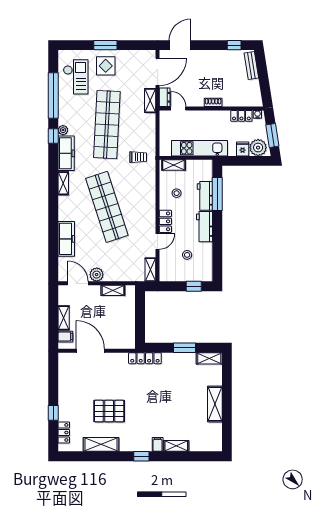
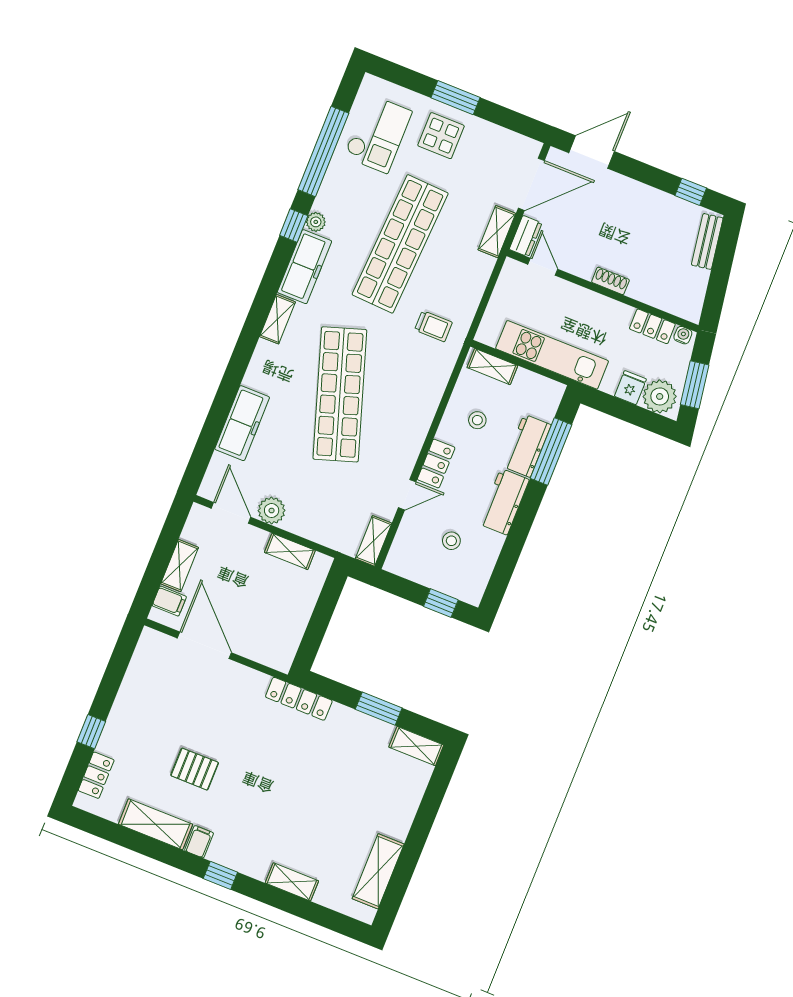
shelving: (215, 404) -> (378, 871), moved
pallet: (109, 411) -> (195, 769), width x0.67, depth x0.71
filing cabinet: (158, 444) -> (199, 842), moved

